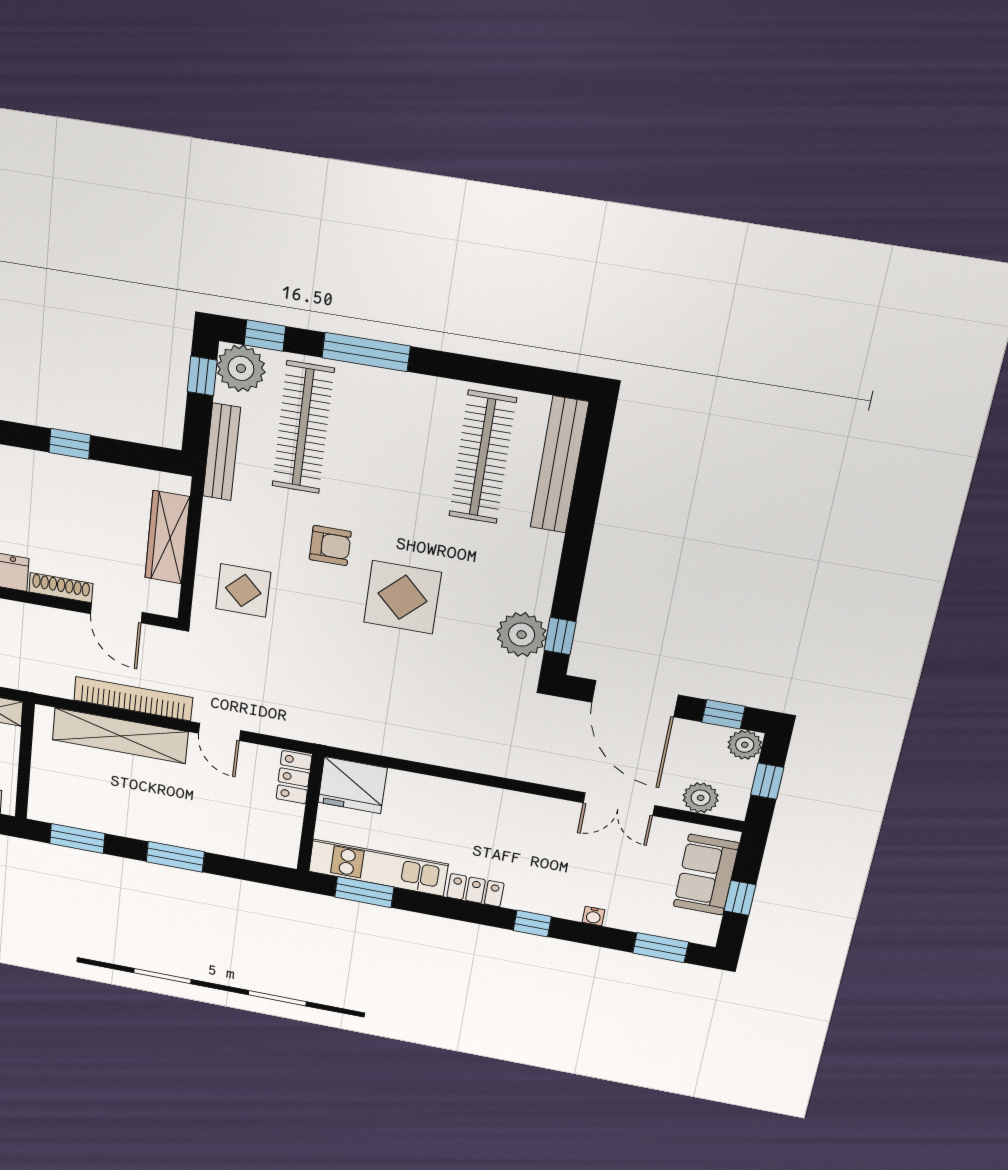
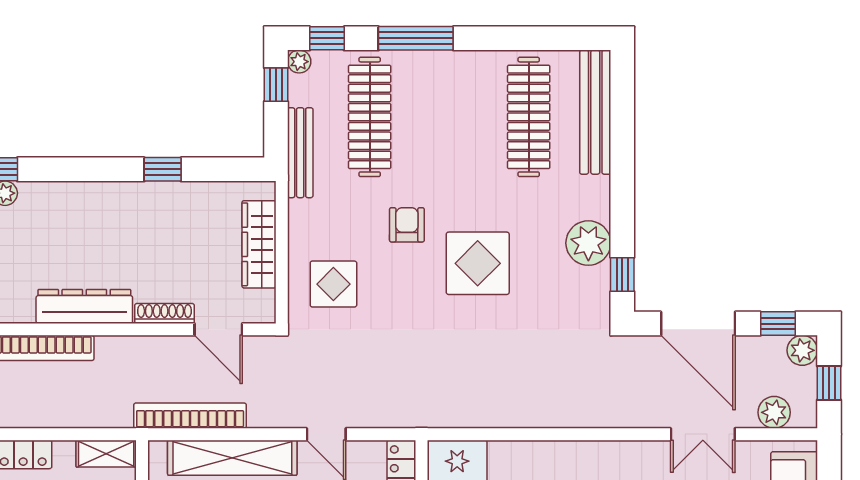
plant: (241, 368) -> (299, 62), width x0.53, depth x0.53
armchair: (330, 546) -> (407, 225), turned -90
plant: (522, 635) -> (588, 243), moved
bookcase: (133, 699) -> (190, 416), moved

